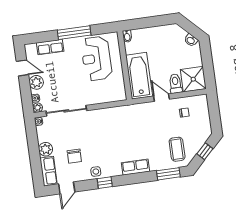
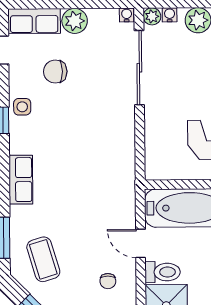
door: (161, 98) -> (141, 243), swing flipped
coffee table: (177, 149) -> (43, 259), turned 73

